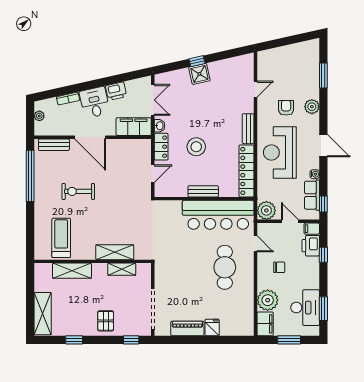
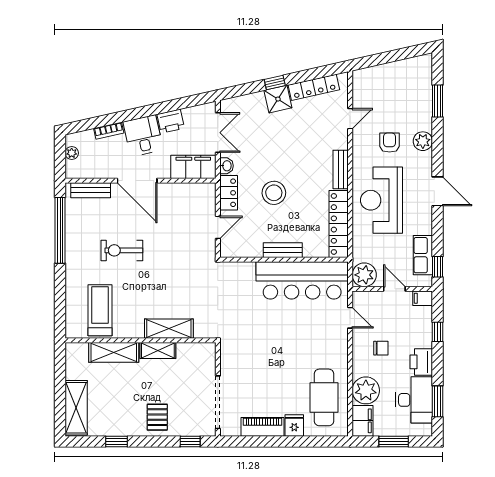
locker: (227, 65) -> (314, 87), added
water cooler: (315, 174) -> (426, 228), removed
printer: (311, 246) -> (421, 362), moved
cafe table: (225, 267) -> (324, 397), moved
shelving: (122, 269) -> (158, 351), moved

